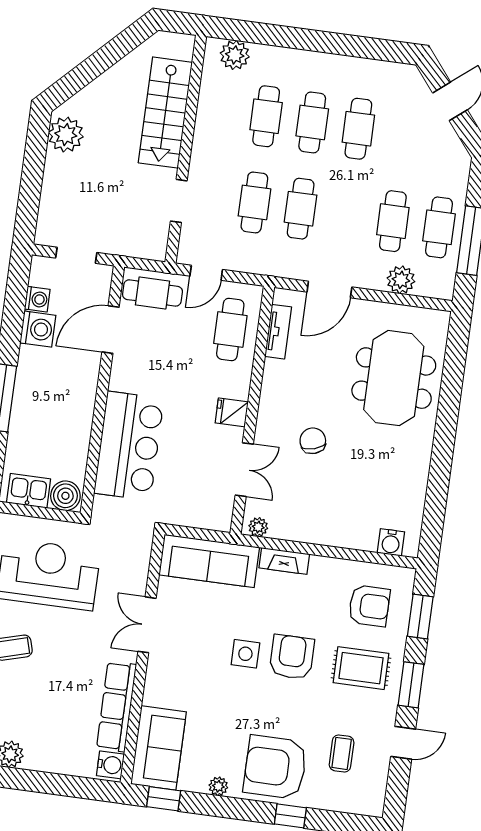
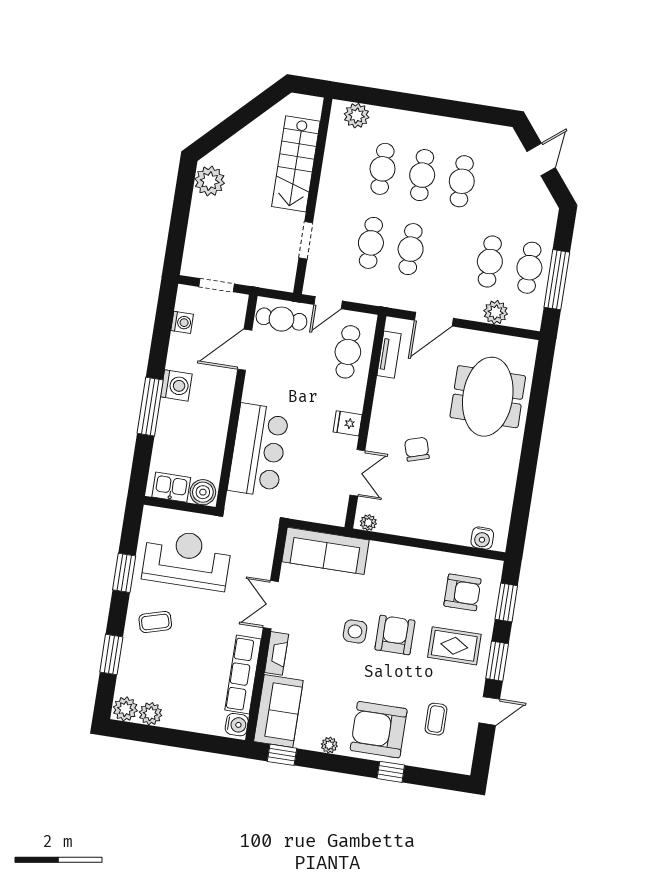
washing machine: (38, 329) -> (176, 385), moved
fireplace: (284, 561) -> (277, 653), moved, turned -90

